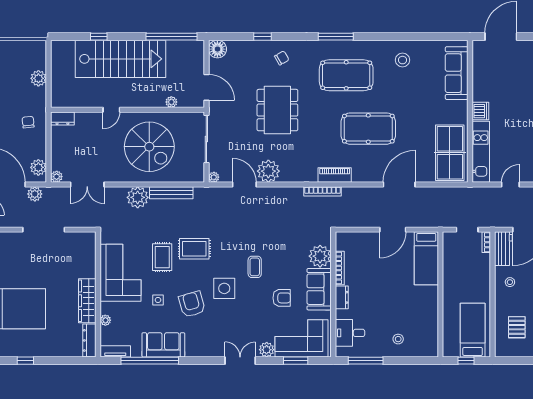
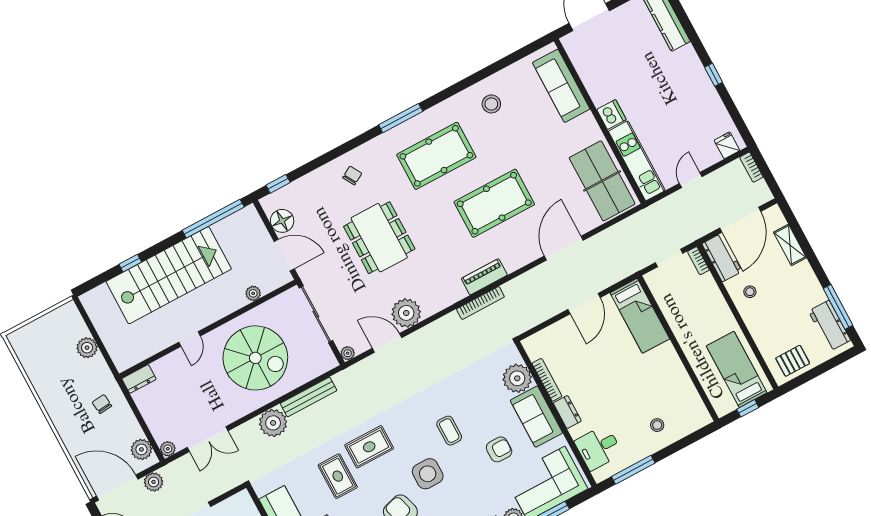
window: (263, 37) -> (278, 184), moved
floor lamp: (217, 49) -> (282, 221), moved
pallet: (517, 327) -> (793, 361), moved, turned 90

